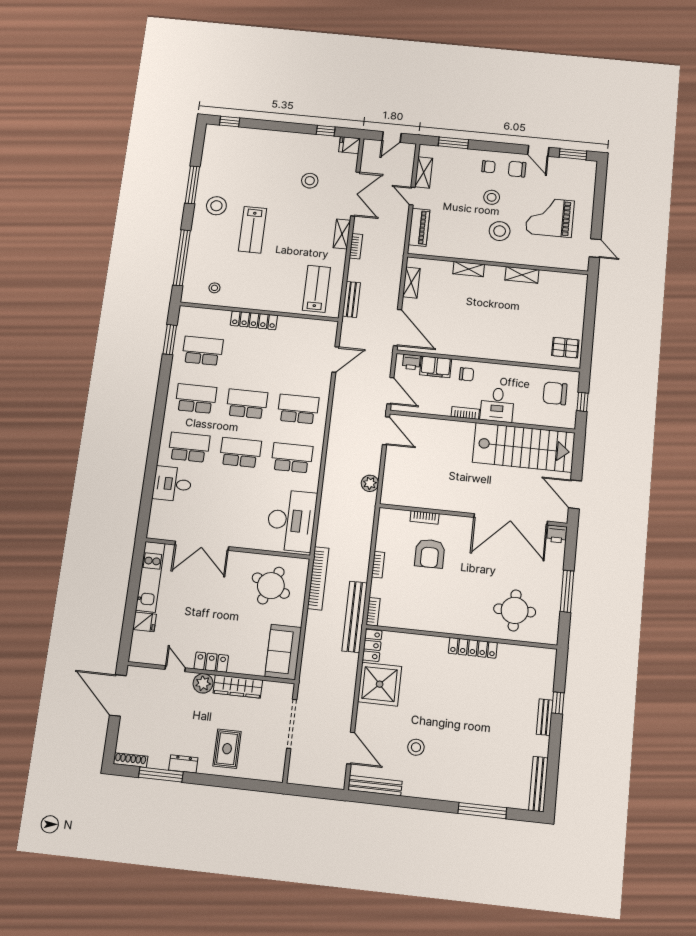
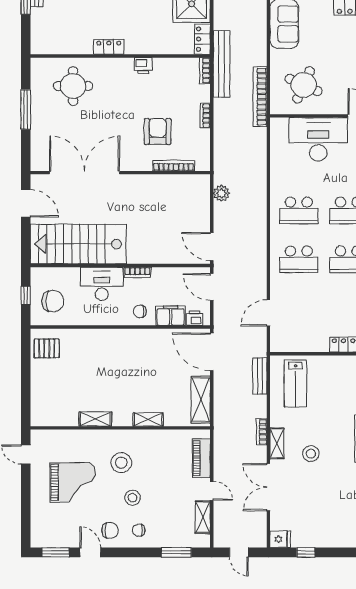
door: (392, 137) -> (239, 552), swing flipped
stool: (310, 181) -> (311, 454), moved
shelving: (411, 283) -> (201, 400), width x1.50, depth x1.33
desk: (497, 405) -> (102, 284), width x1.37
bookcase: (425, 517) -> (174, 166), width x1.56
desk: (291, 521) -> (318, 139), moved, turned 90
printer: (557, 534) -> (143, 66), moved, turned 180
locker: (473, 648) -> (109, 47), width x0.66

